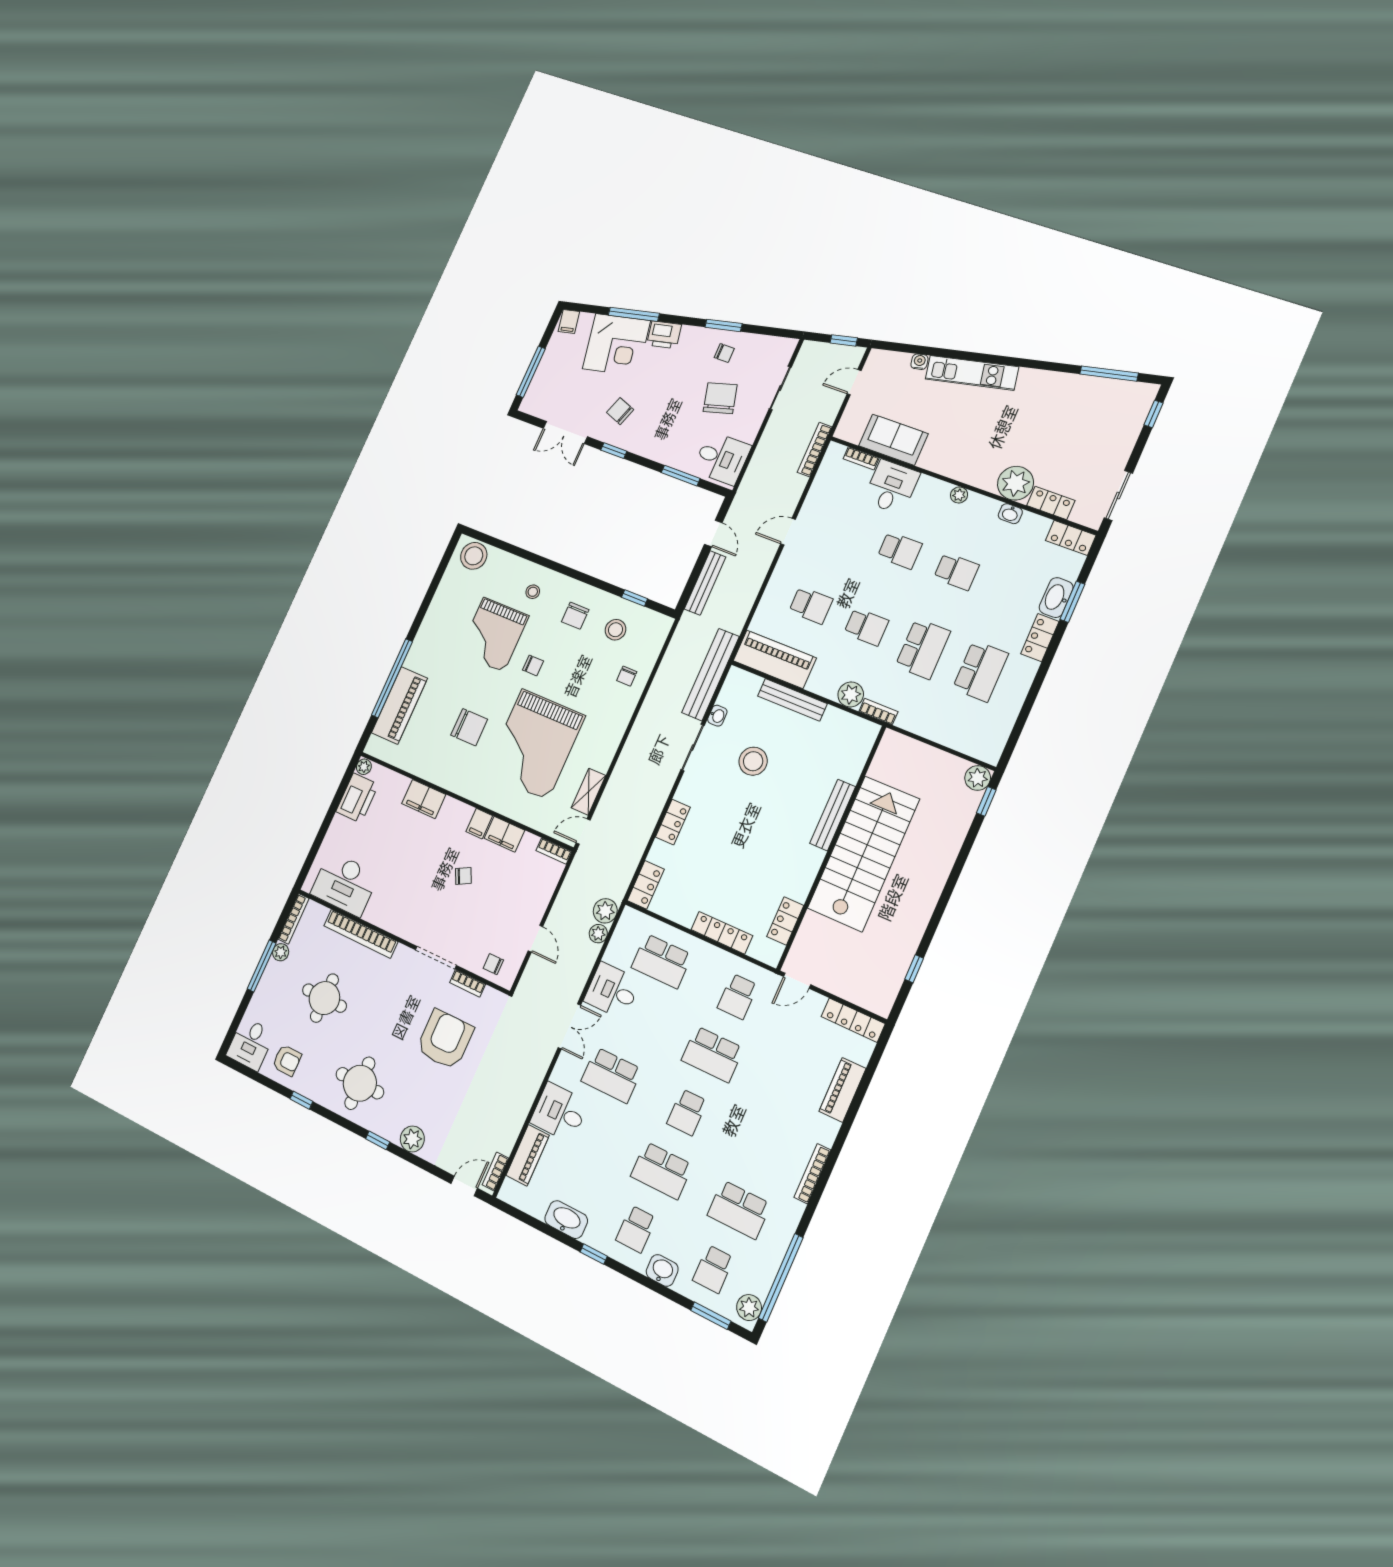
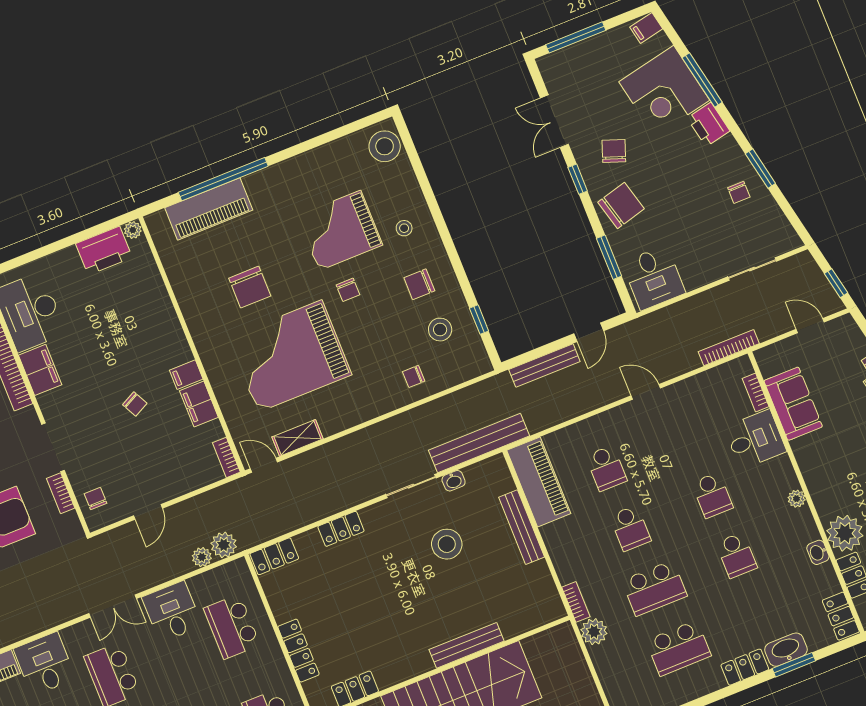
chair: (720, 398) -> (621, 206), moved
plant: (851, 694) -> (594, 632), moved
filing cabinet: (424, 799) -> (40, 370), moved, turned 180

